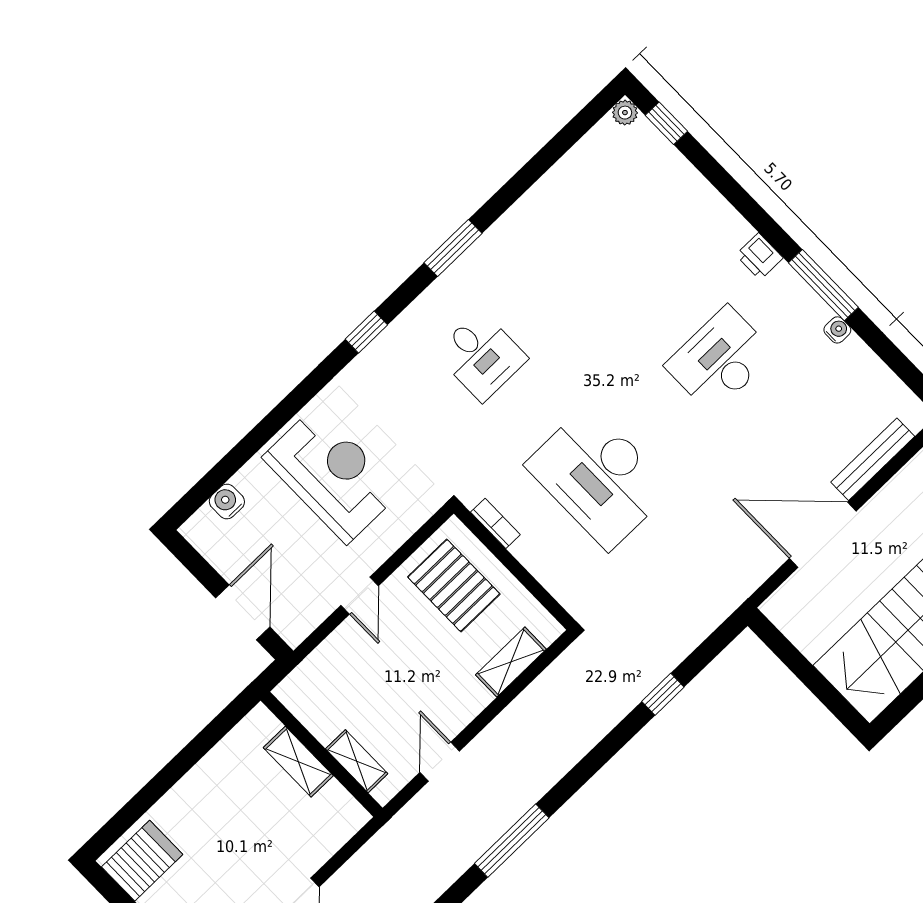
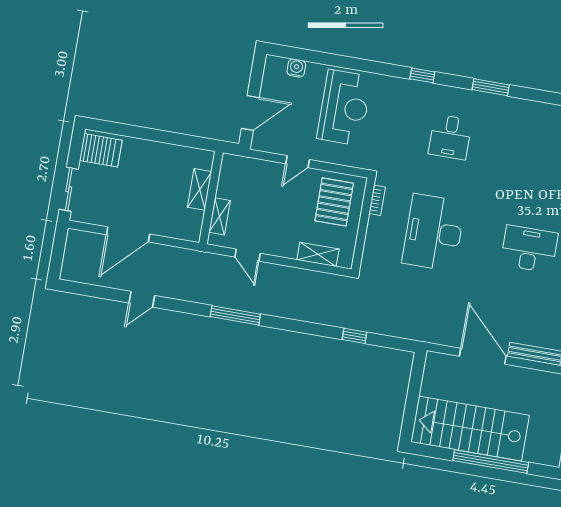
door: (440, 762) -> (248, 255), swing flipped

